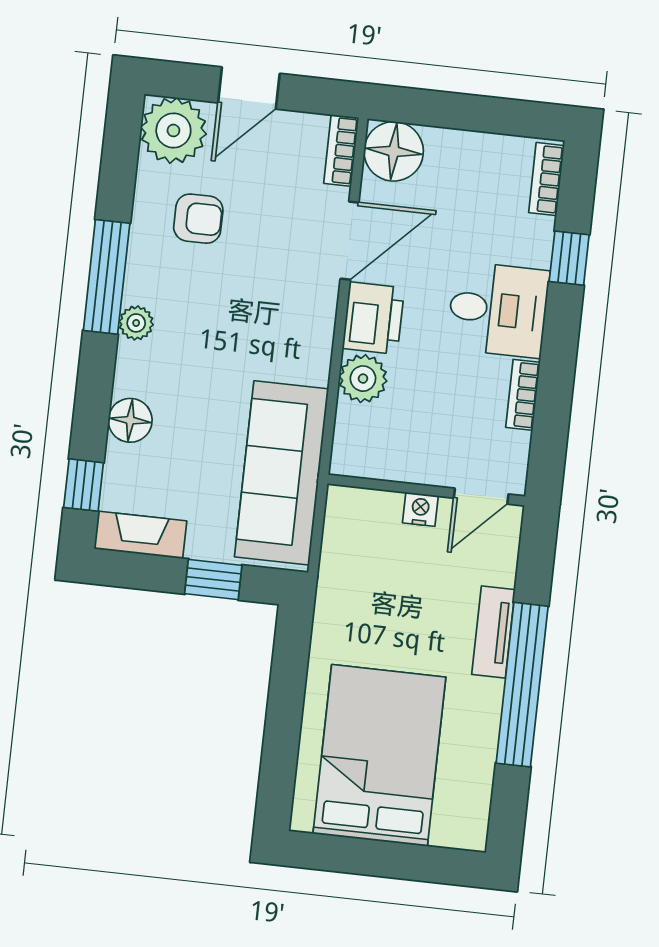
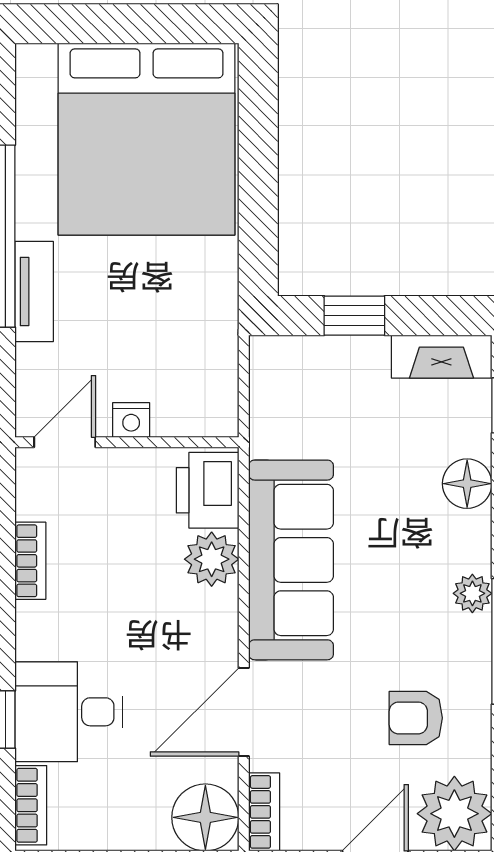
desk: (498, 310) -> (69, 712), moved
printer: (373, 318) -> (208, 490), moved
sofa: (282, 473) -> (291, 560), moved
bed: (379, 755) -> (147, 139), width x1.36

